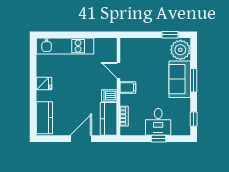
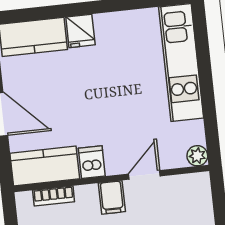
plant: (112, 43) -> (197, 156), added
fridge: (44, 84) -> (80, 31), moved

